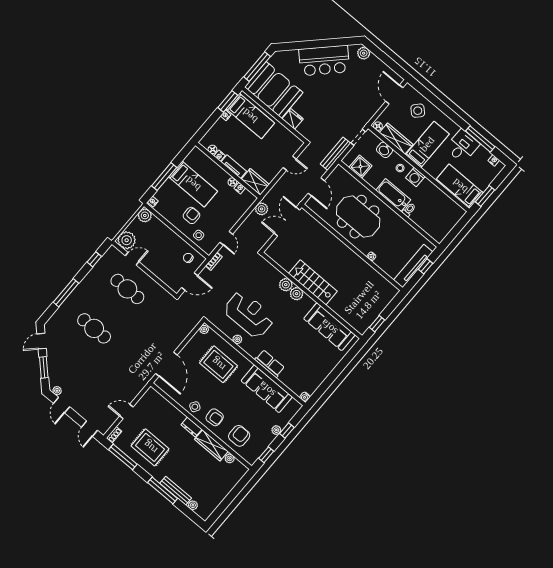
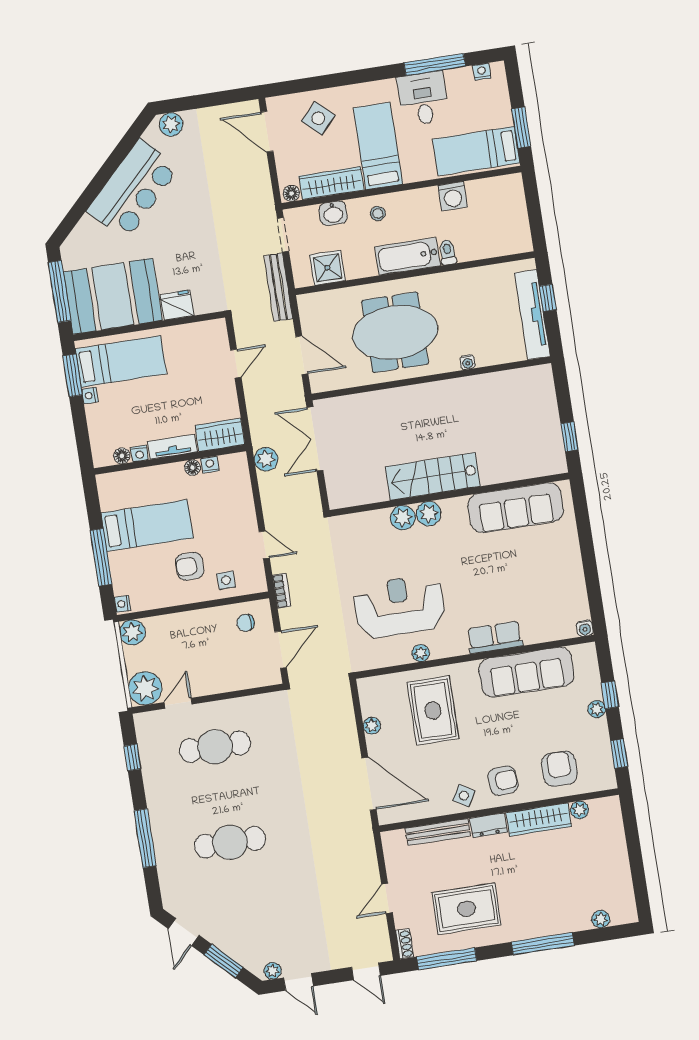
washing machine: (415, 177) -> (453, 196), moved
armchair: (192, 215) -> (190, 566), turned -90
plant: (204, 329) -> (372, 726), moved
rug: (218, 364) -> (433, 710), turned 90
bench: (176, 491) -> (438, 832), moved

